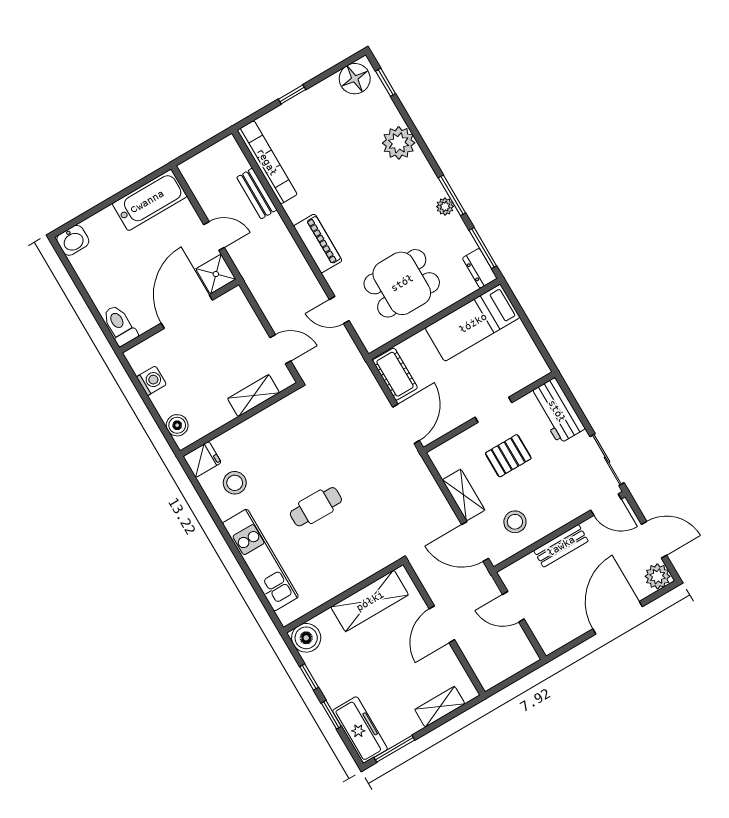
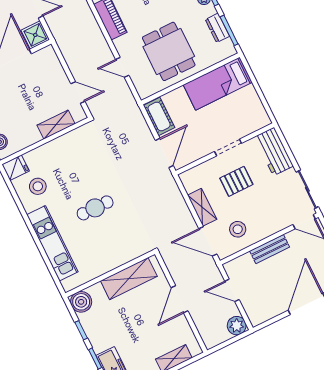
dresser: (480, 268) -> (217, 28), moved
dining table: (402, 283) -> (169, 51), turned 90
plant: (523, 655) -> (237, 326), added

